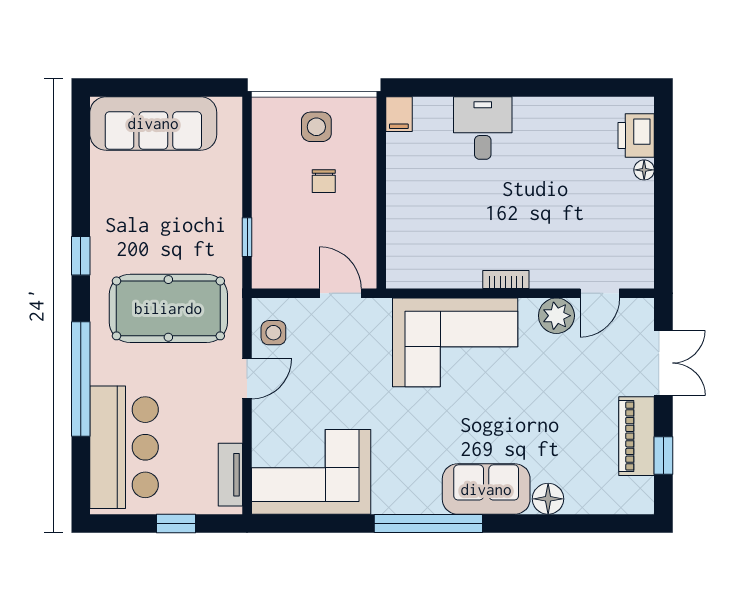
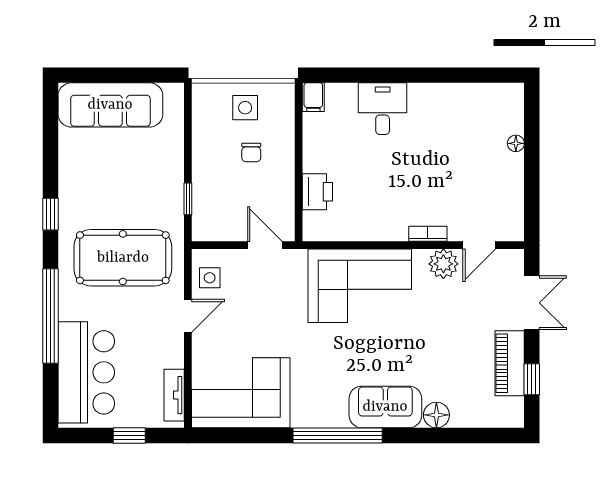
printer: (636, 136) -> (317, 192), moved, turned 180
bookcase: (506, 280) -> (428, 234), moved

